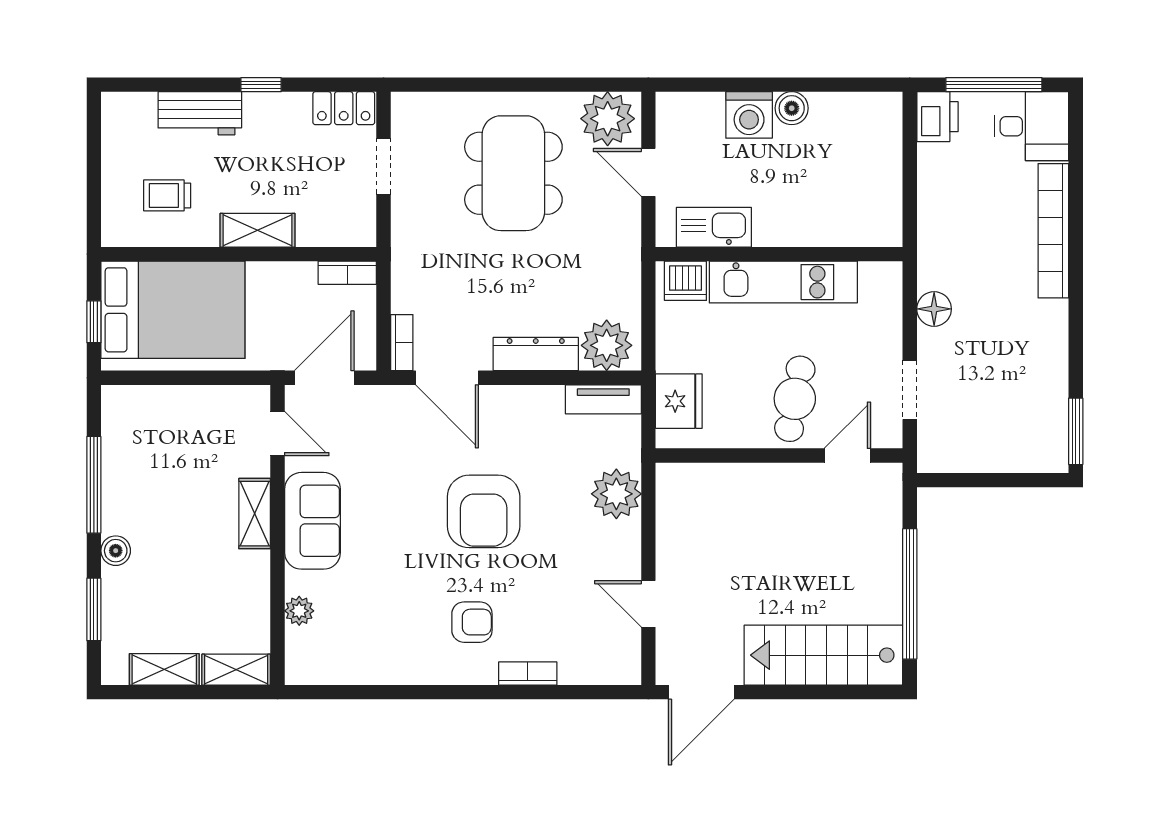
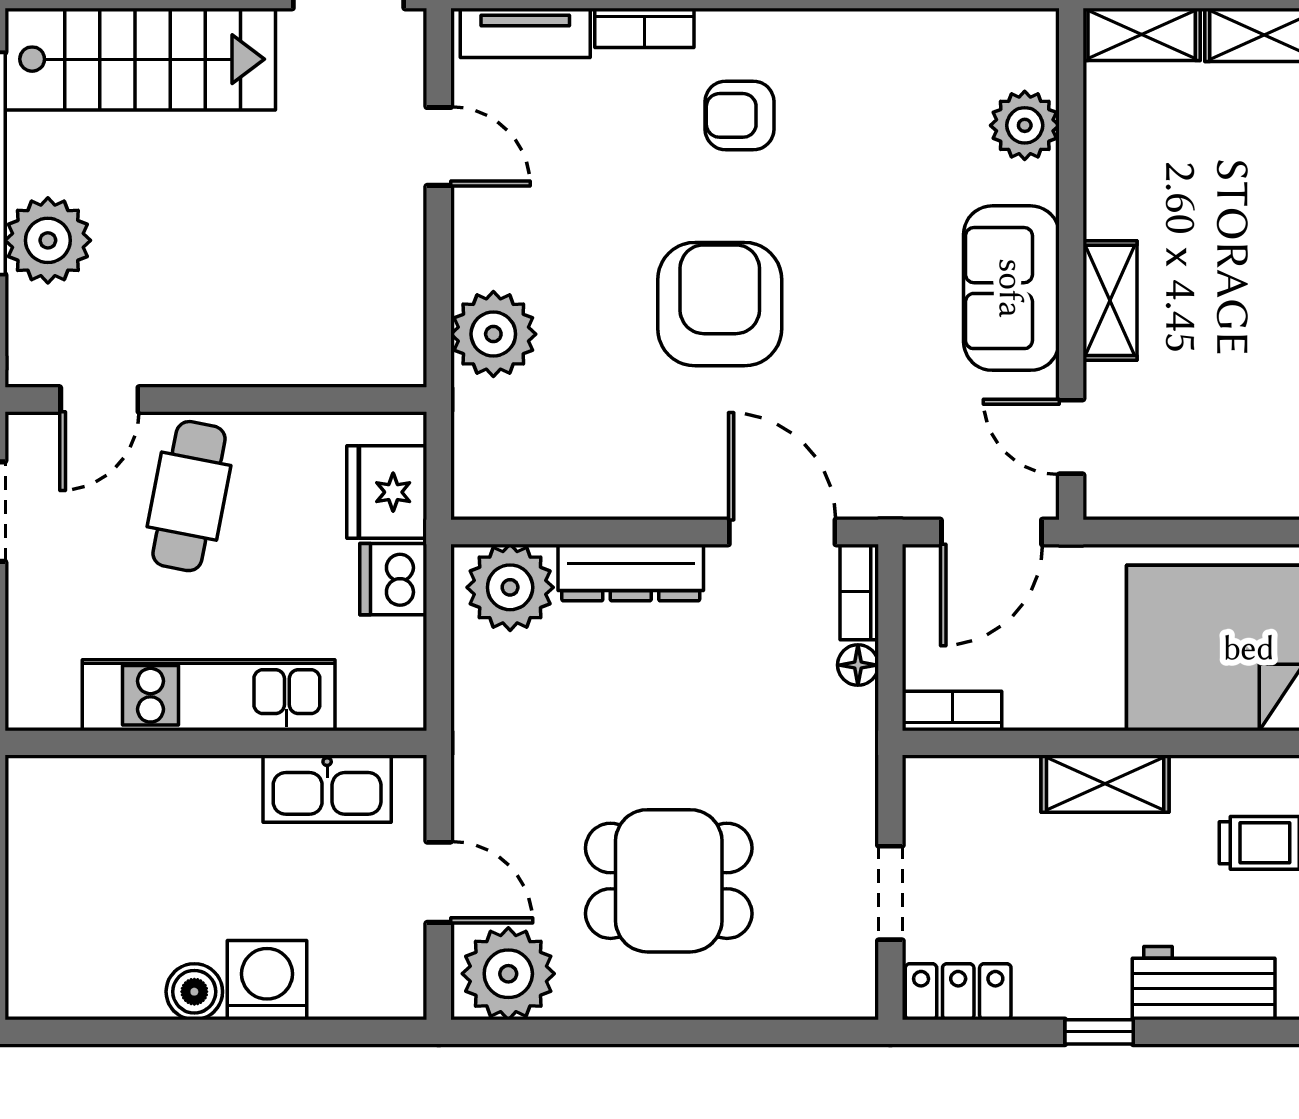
dining table: (513, 173) -> (669, 881), width x0.73
dishwasher: (685, 281) -> (393, 579), moved, turned -90
floor lamp: (402, 300) -> (858, 665), added
tv unit: (603, 399) -> (525, 33), moved, turned 180
plant: (878, 549) -> (48, 240), added
plant: (299, 611) -> (1025, 125), width x1.38, depth x1.38

